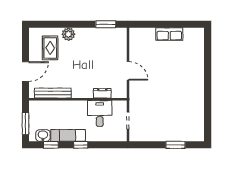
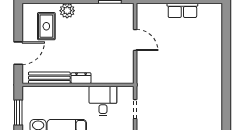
door: (128, 71) -> (135, 40), moved
dresser: (102, 93) -> (81, 78), moved

